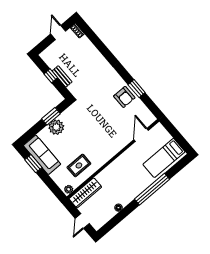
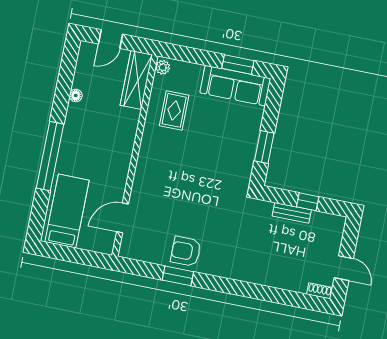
plant: (56, 127) -> (246, 138), removed
door: (141, 135) -> (122, 218), swing flipped
door: (82, 221) -> (111, 39), swing flipped

